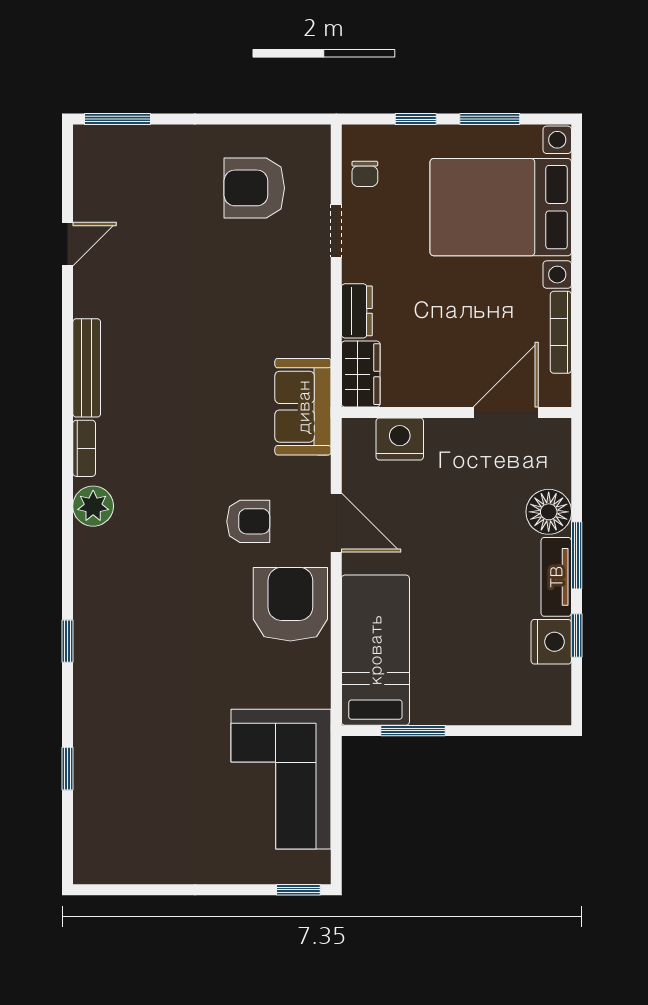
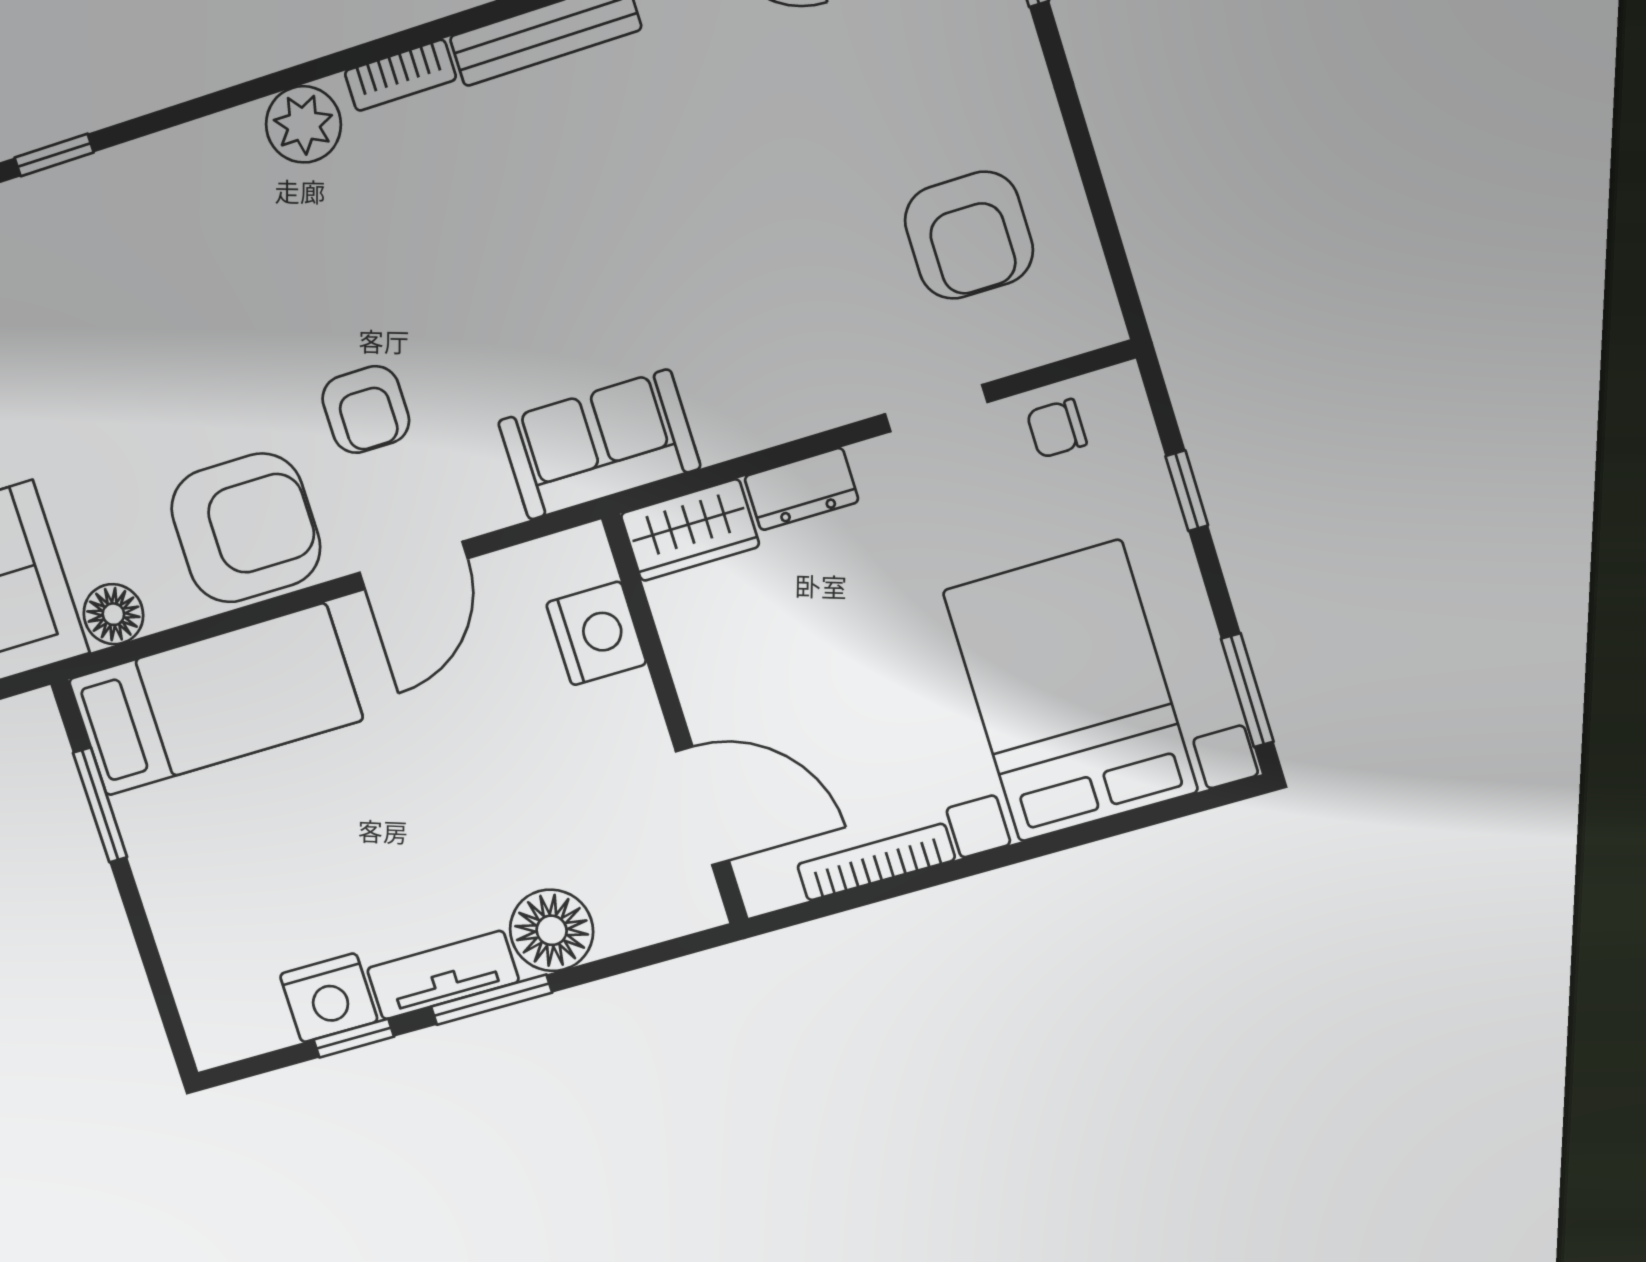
window: (490, 119) -> (1247, 690), moved
armchair: (254, 188) -> (969, 235), turned 180
floor lamp: (314, 690) -> (113, 614), added

